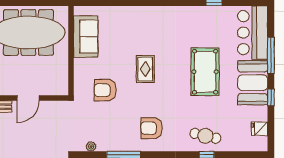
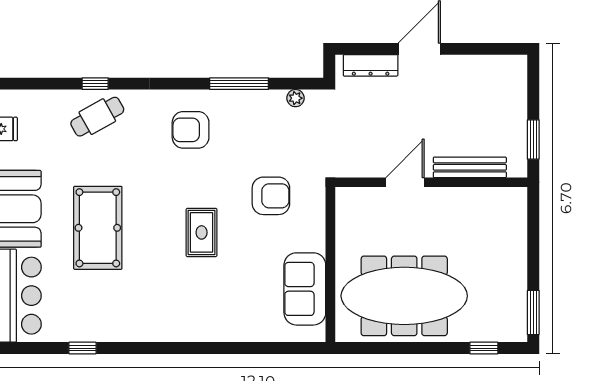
armchair: (152, 128) -> (191, 130), turned 180
cafe table: (205, 136) -> (97, 117), turned -42

